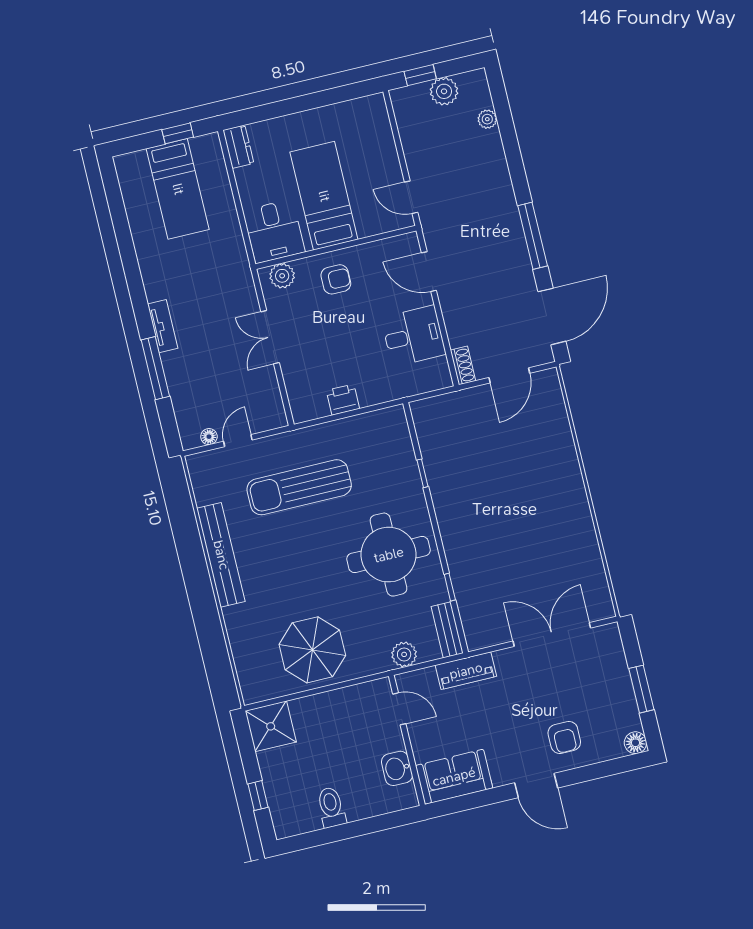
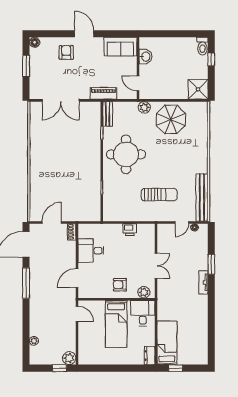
plant: (444, 91) -> (69, 358), moved
bed: (178, 189) -> (167, 343), moved
door: (429, 272) -> (77, 278), swing flipped
window: (155, 368) -> (211, 264), width x0.69
sun lounger: (299, 487) -> (159, 195), width x0.73, depth x0.75
bench: (221, 555) -> (202, 197), moved
plant: (404, 654) -> (144, 107), moved
toilet: (331, 807) -> (202, 46), moved

